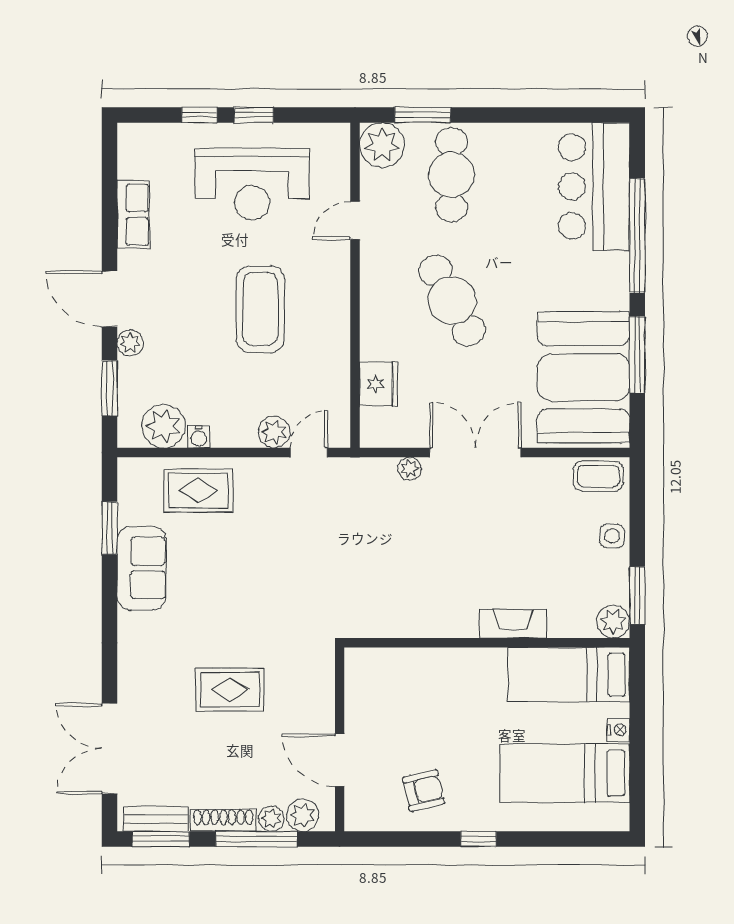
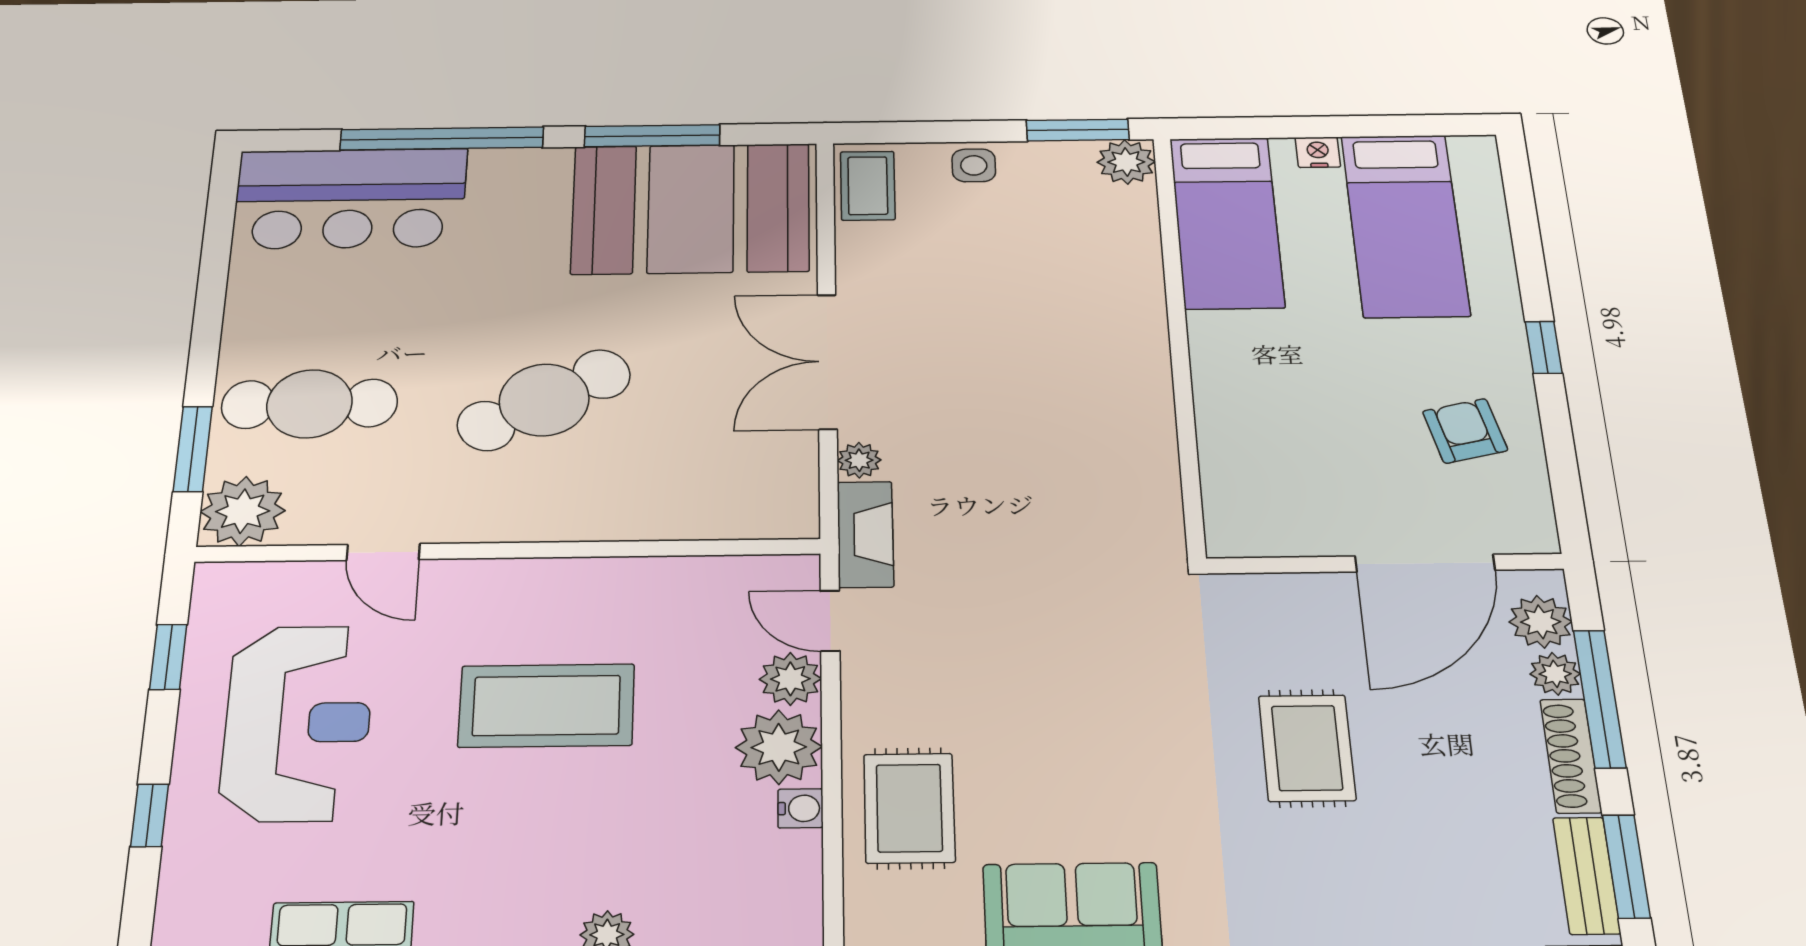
window: (254, 115) -> (168, 657), moved
fridge: (379, 384) -> (698, 510), removed
plant: (164, 426) -> (779, 747), moved
fireplace: (513, 624) -> (865, 534), moved, turned 180
door: (340, 760) -> (1425, 563), width x1.36

